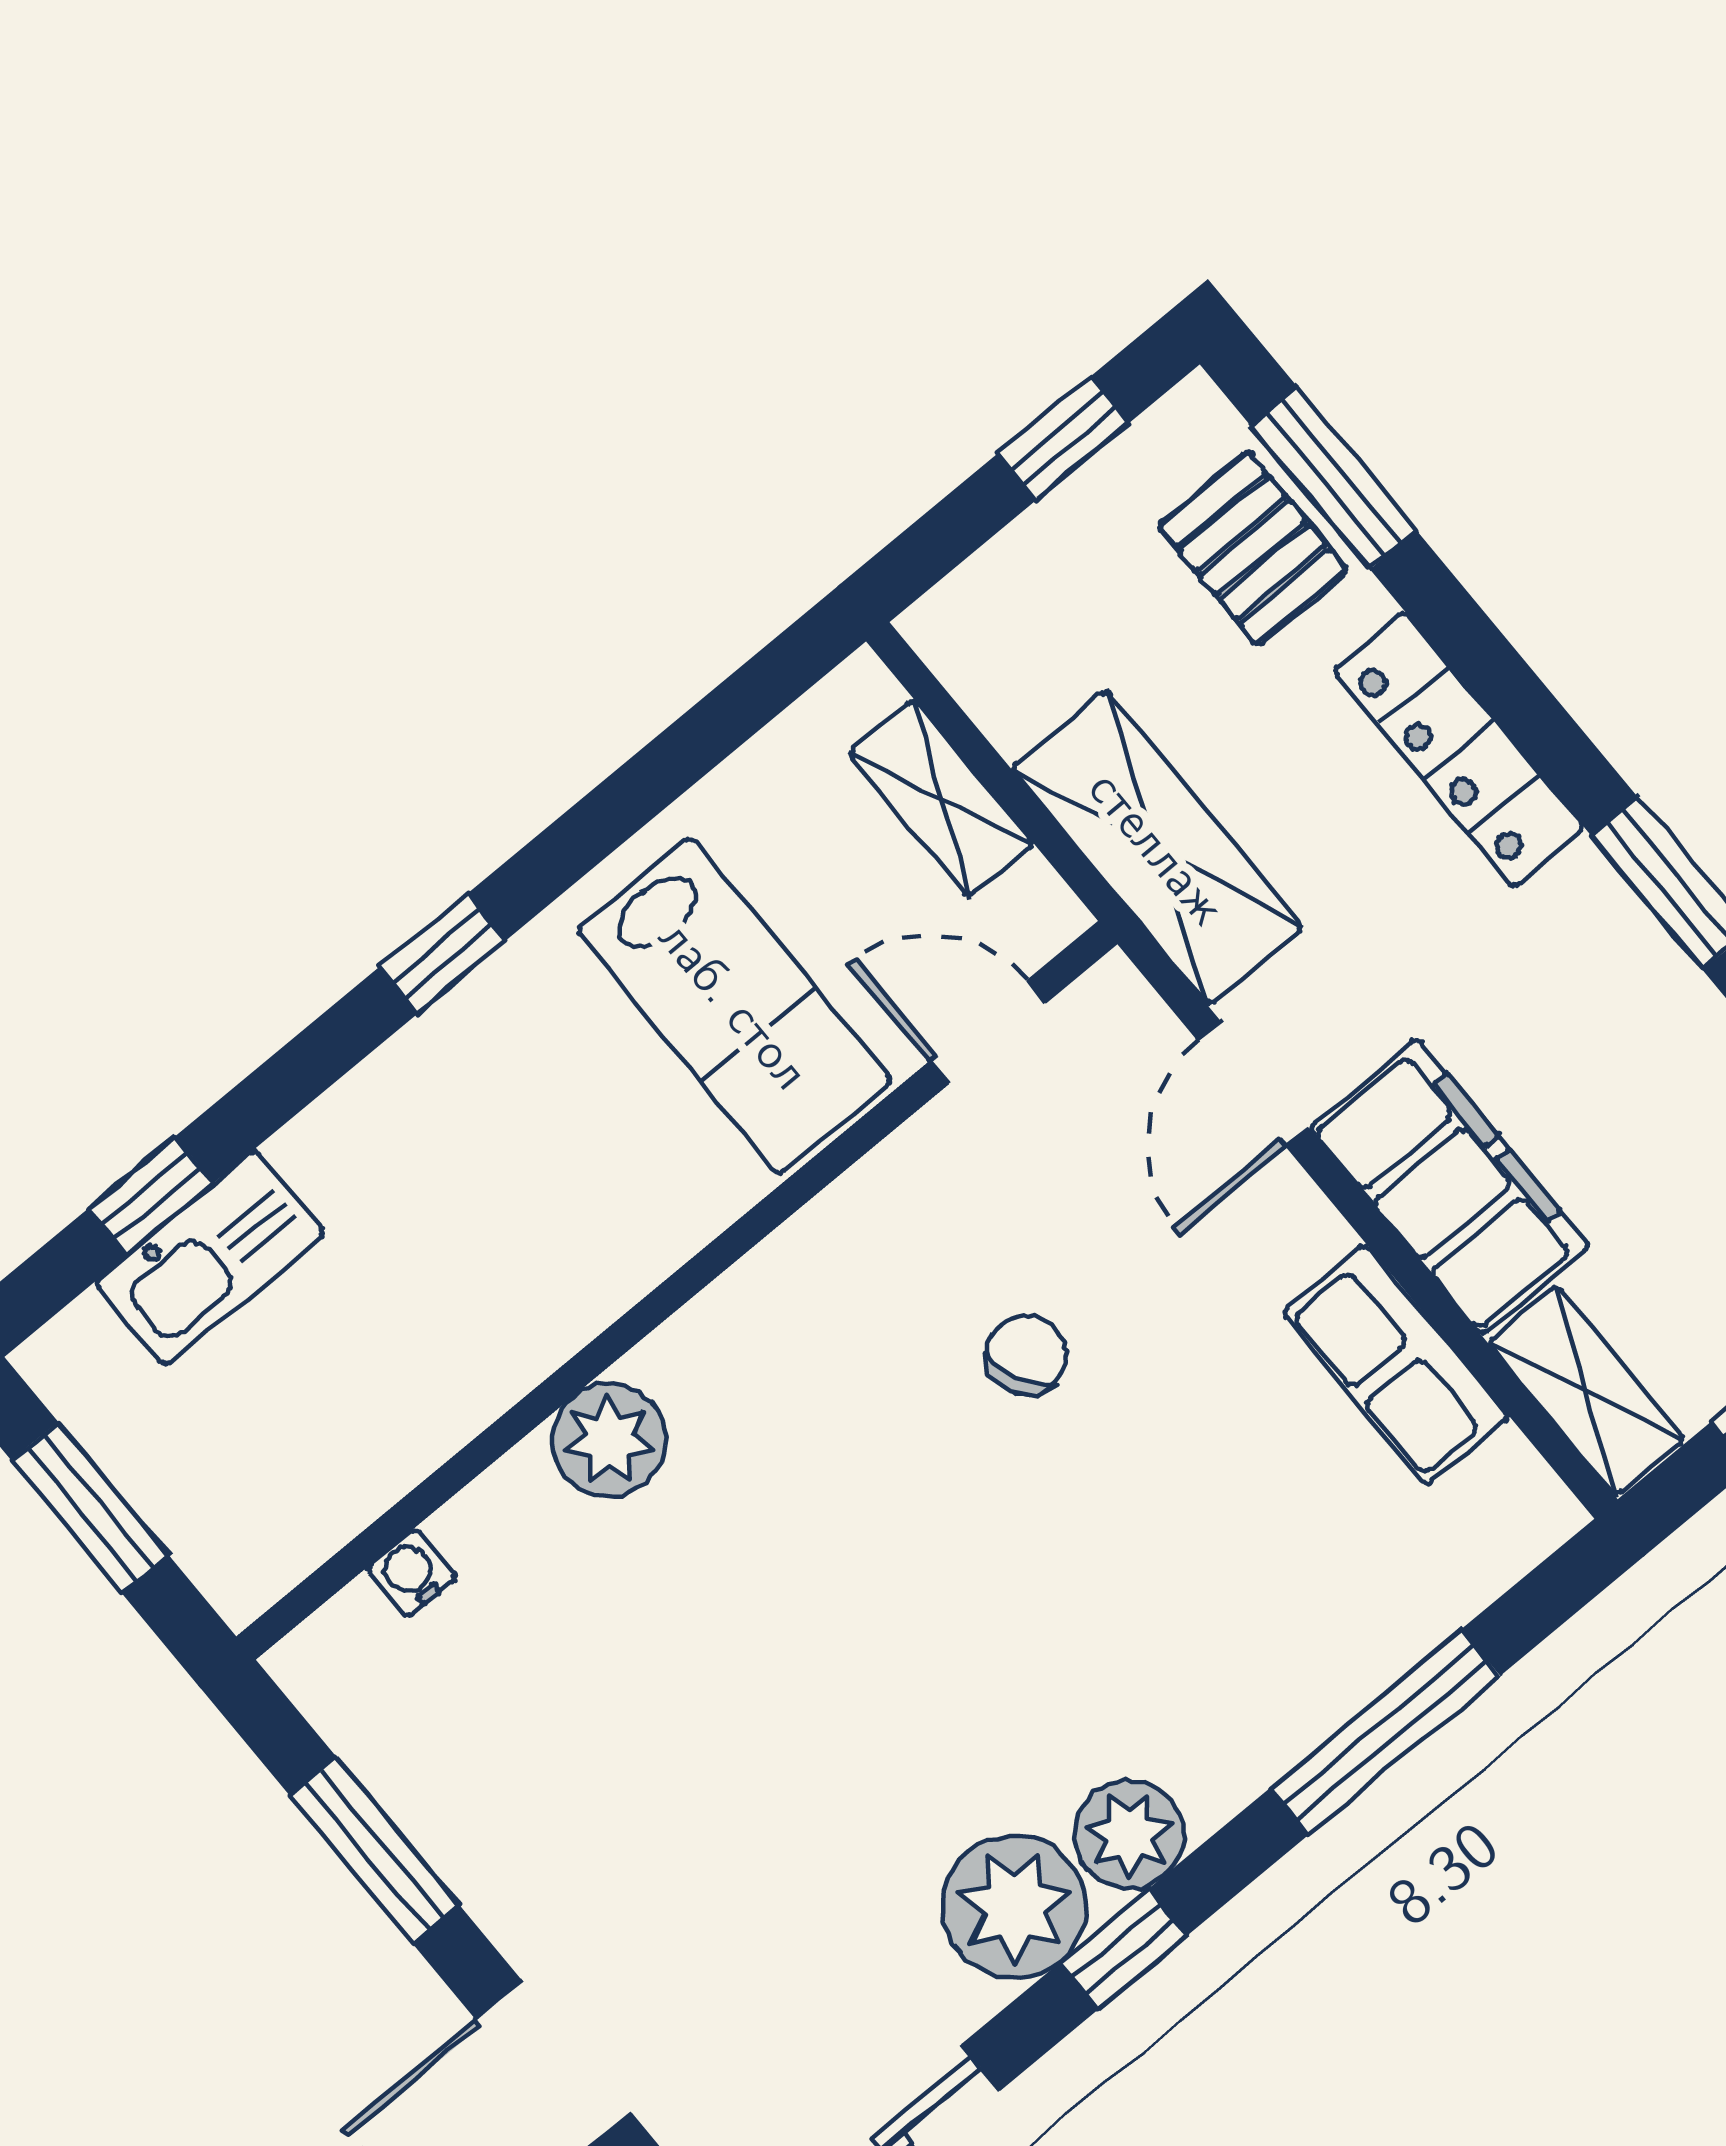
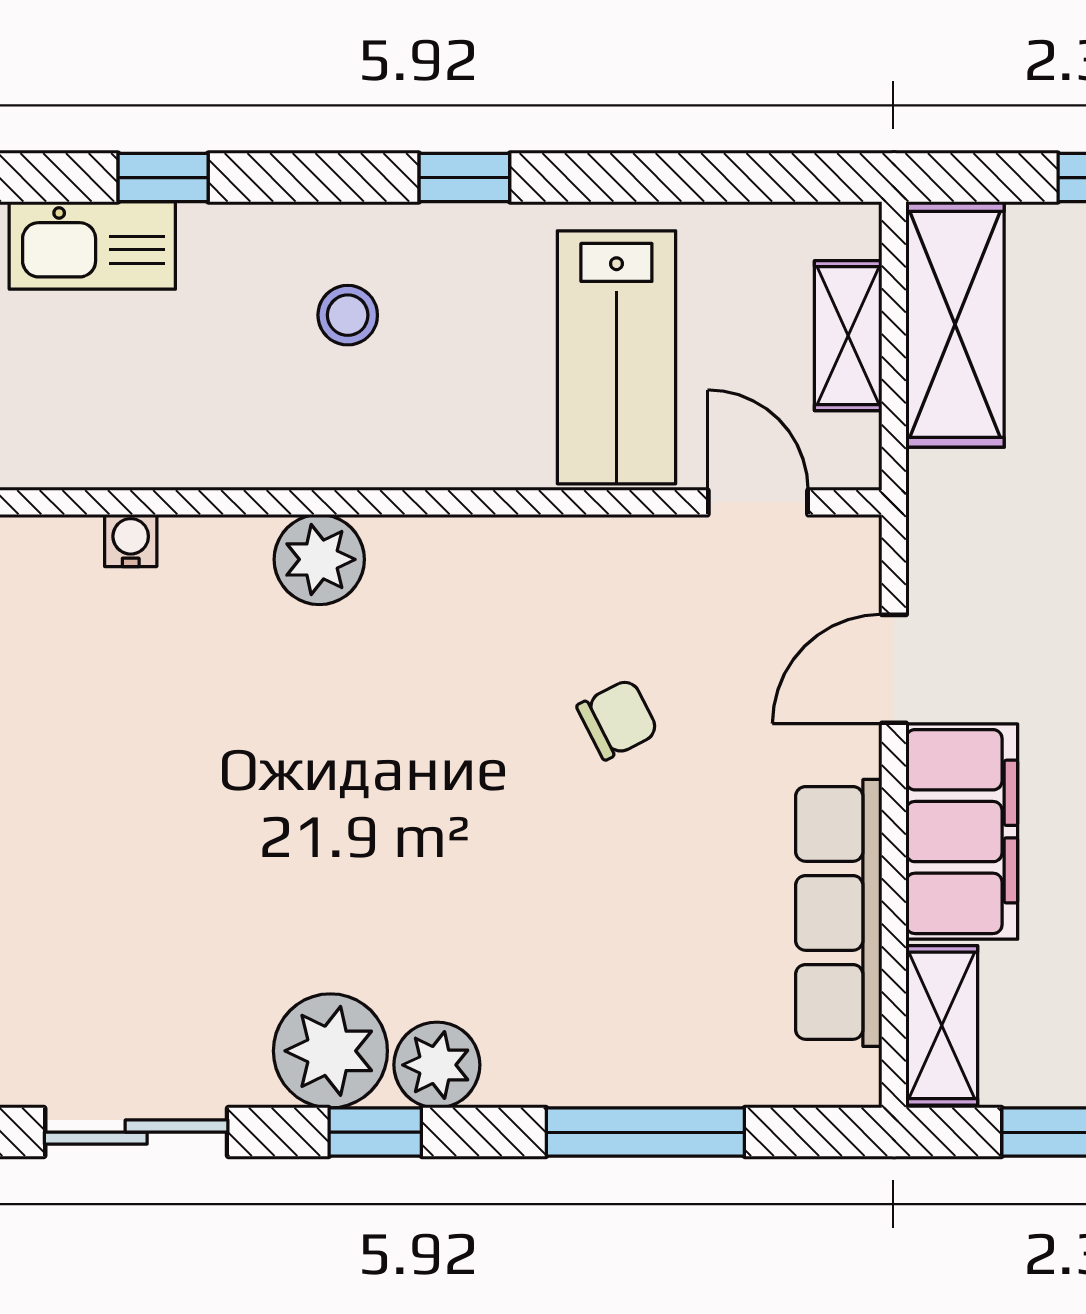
shelving: (1157, 848) -> (955, 324), moved
stool: (440, 1181) -> (348, 315), added
kitchen sink: (210, 1258) -> (92, 245), moved
row of seats: (1396, 1365) -> (839, 913), width x1.48

